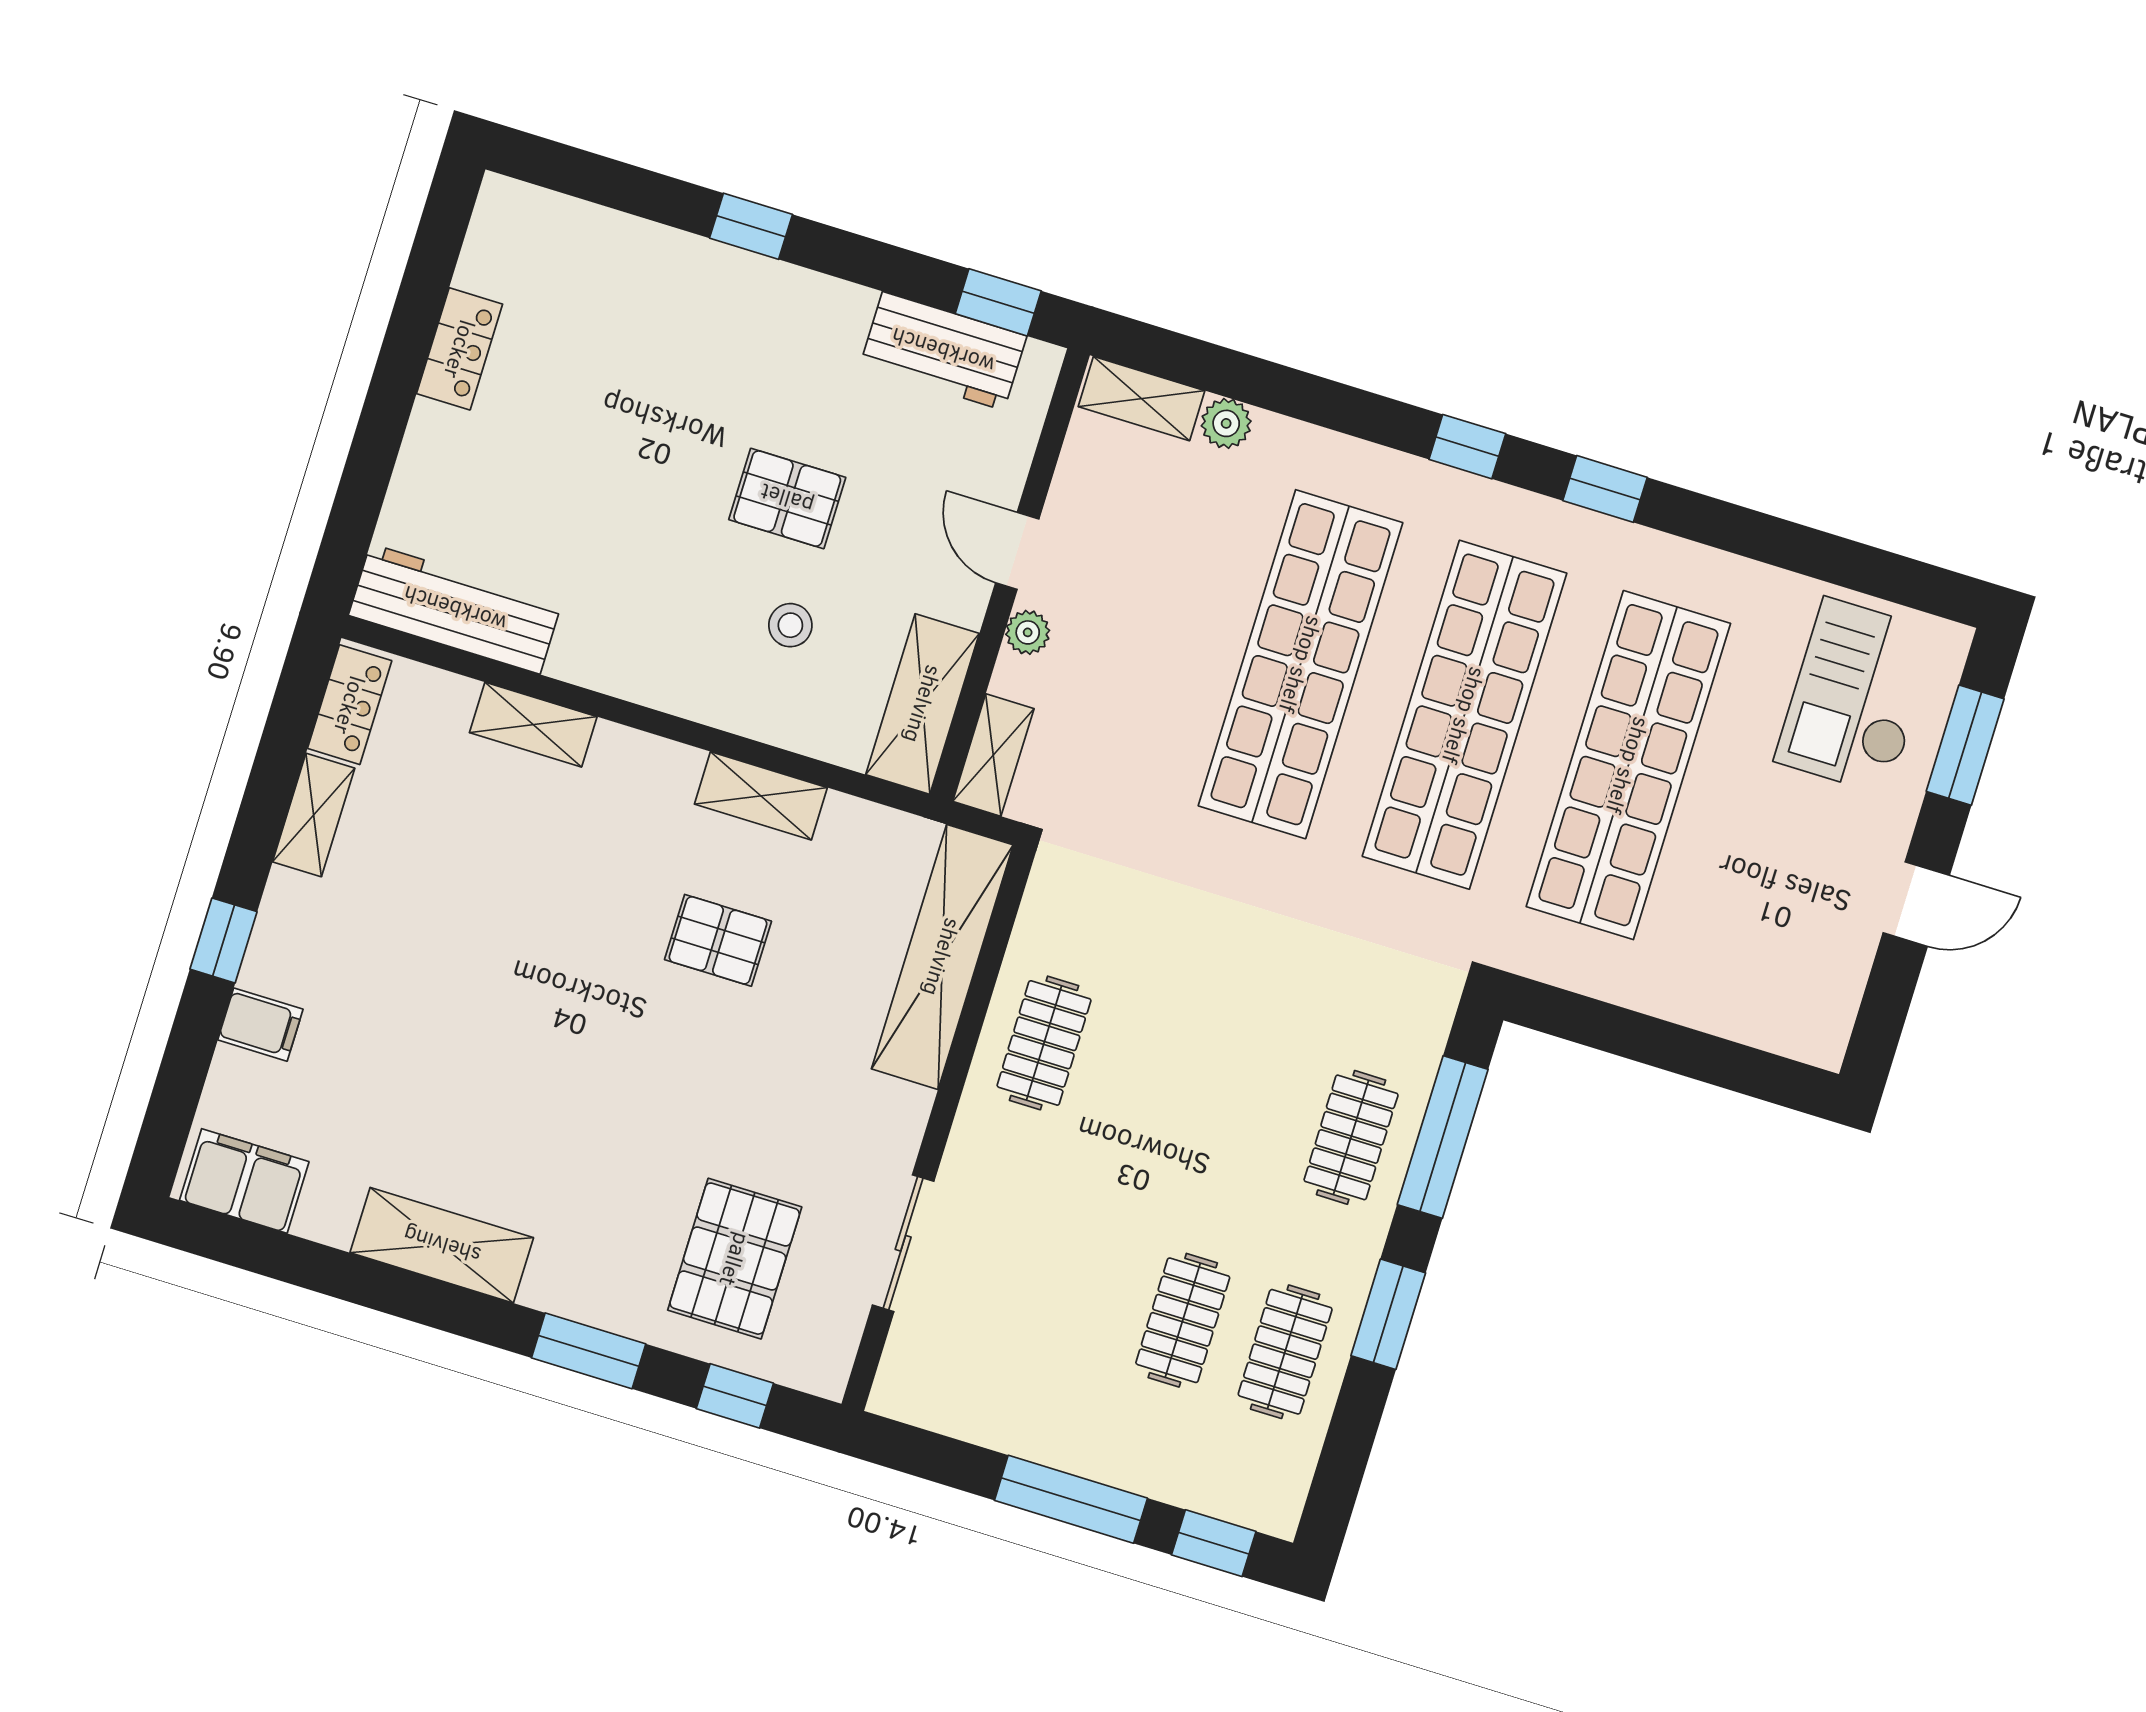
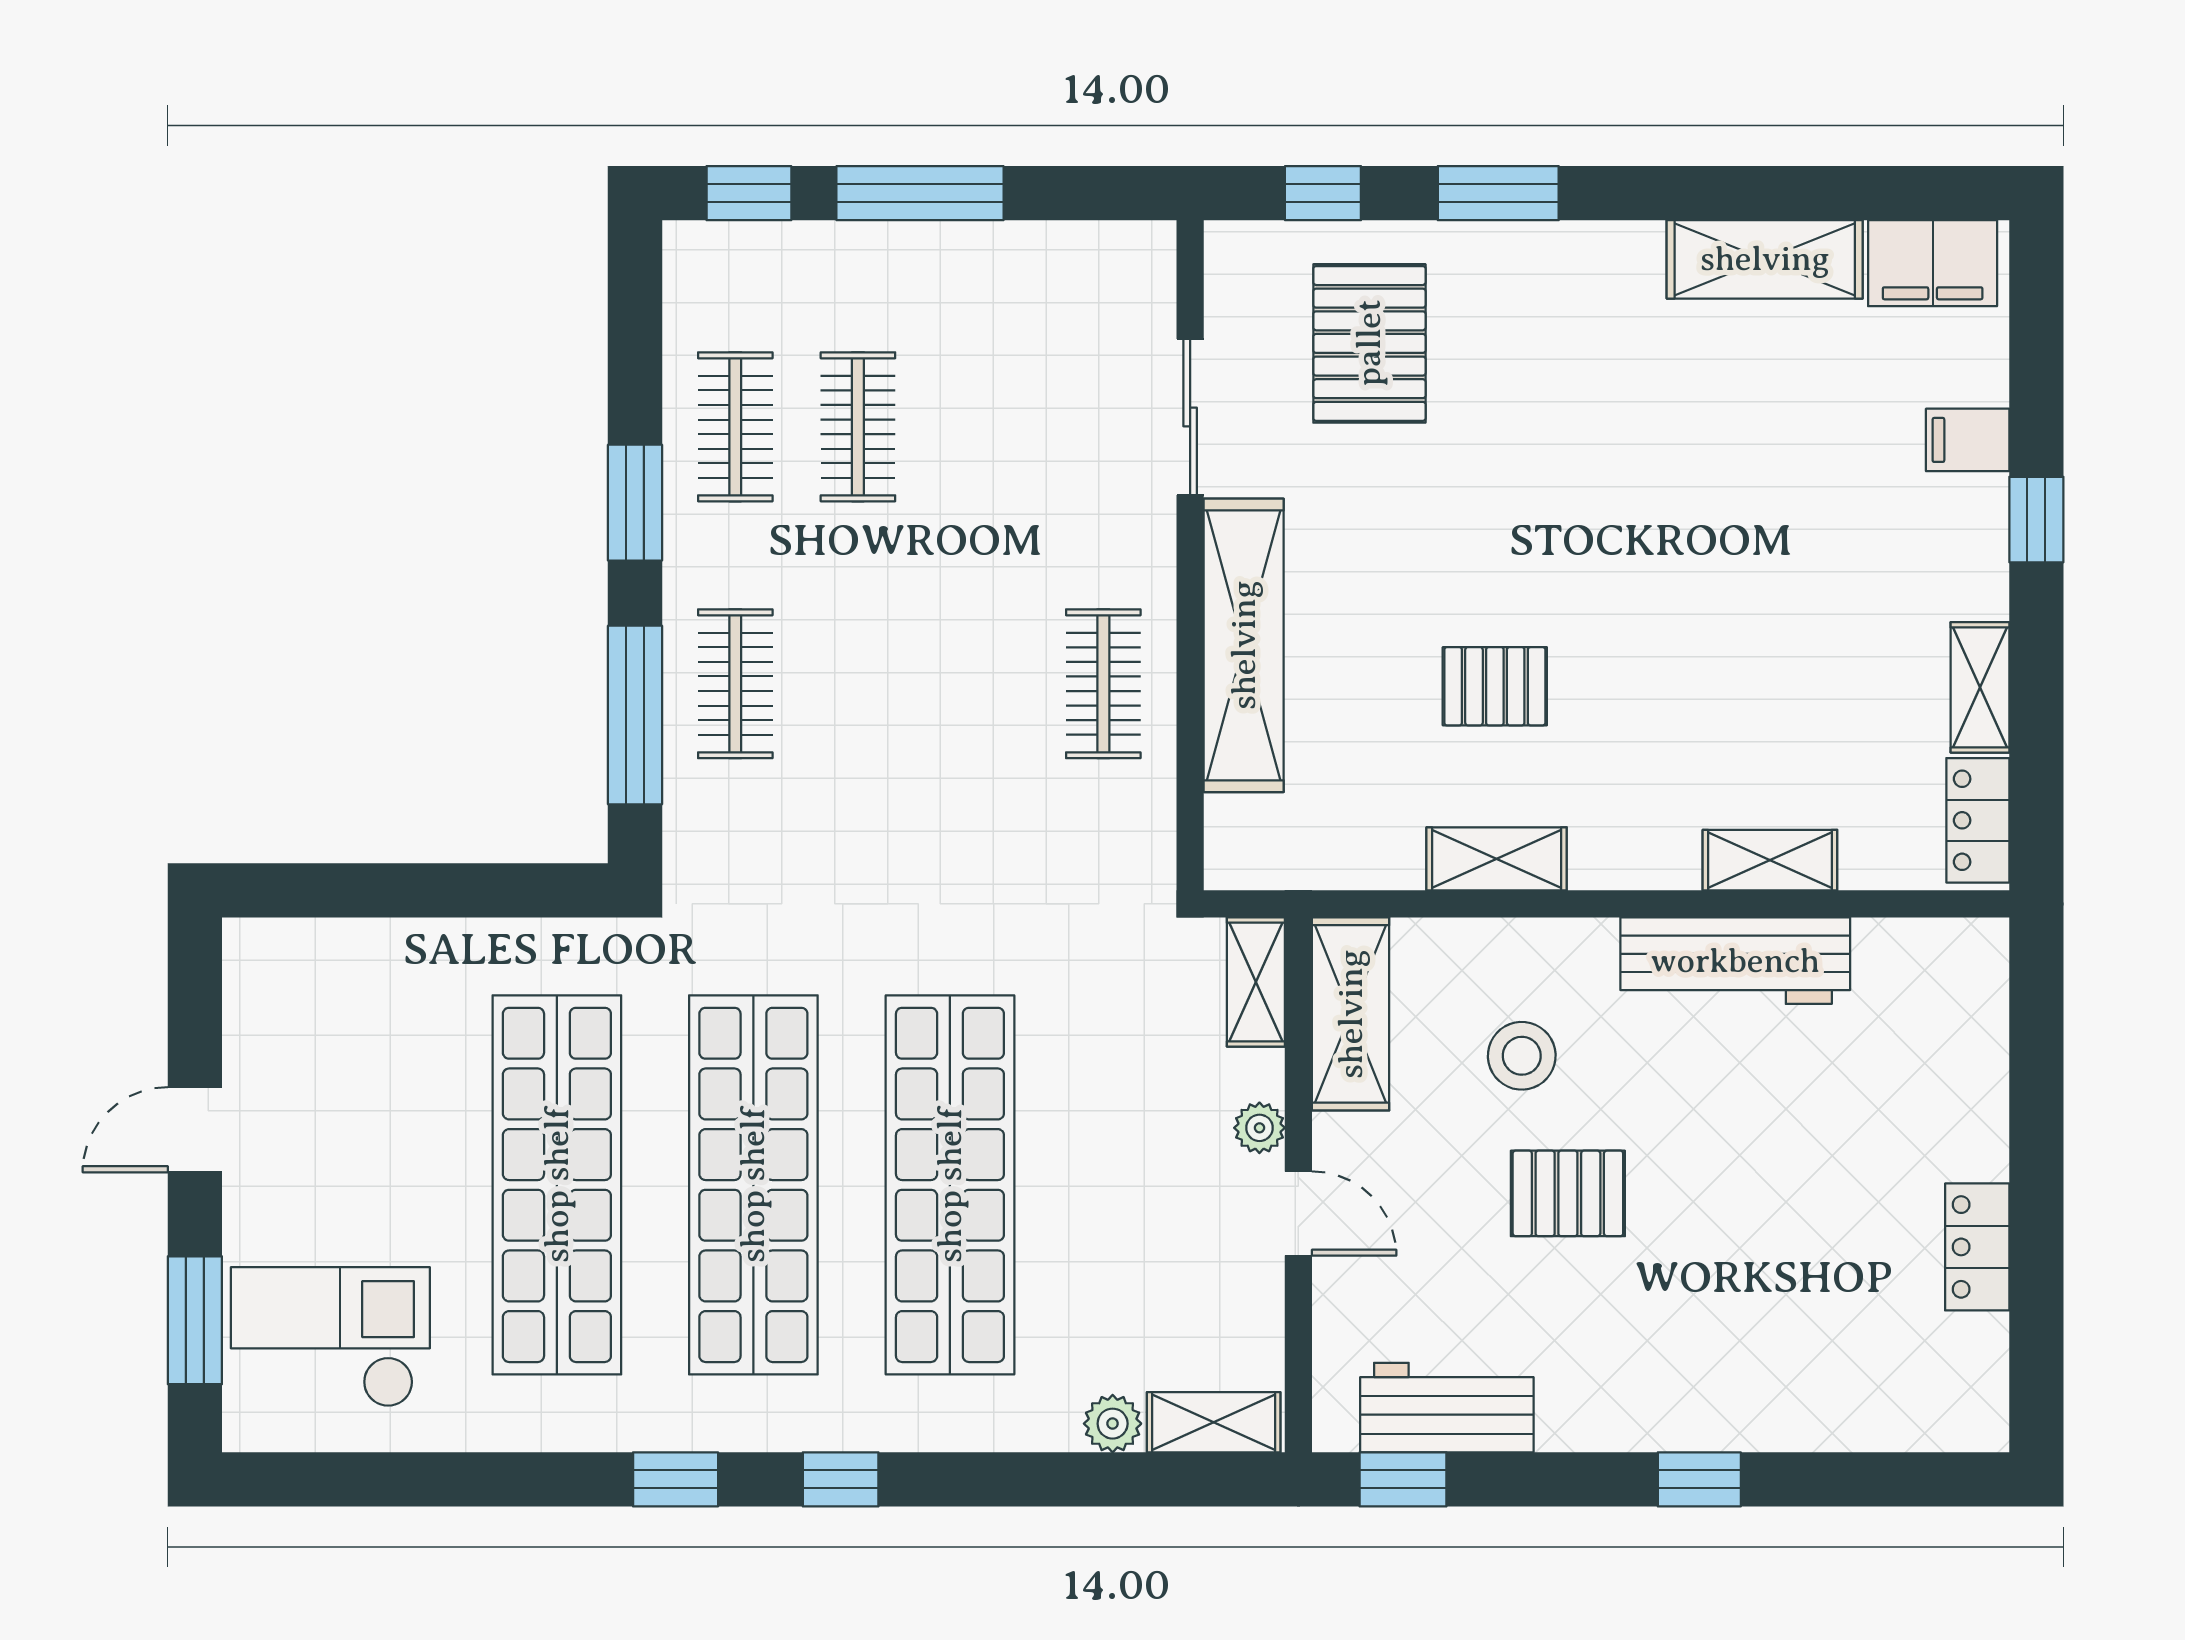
workbench: (455, 609) -> (1735, 961), moved
stool: (790, 625) -> (1522, 1056), width x1.37, depth x1.37
checkout: (1856, 696) -> (330, 1337), turned -90
shelving: (942, 957) -> (1244, 645), moved
shelving: (442, 1245) -> (1765, 259), moved

